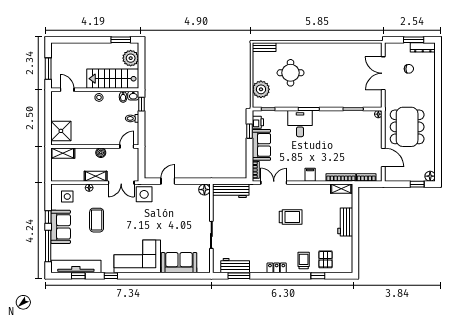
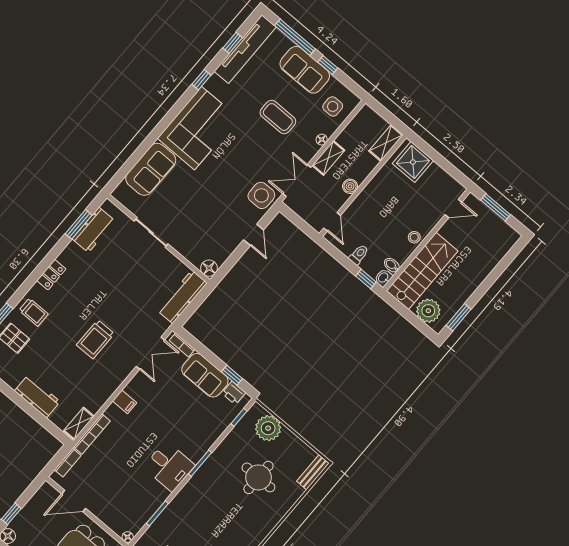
desk: (300, 124) -> (169, 466), moved

